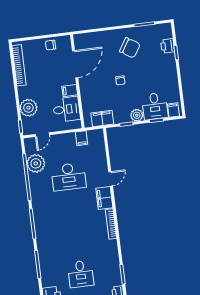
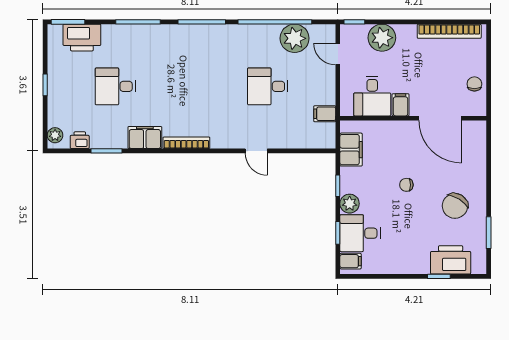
printer: (168, 46) -> (451, 260), width x1.87, depth x1.48
desk: (69, 177) -> (268, 86), width x0.73
filing cabinet: (104, 198) -> (145, 138), moved

